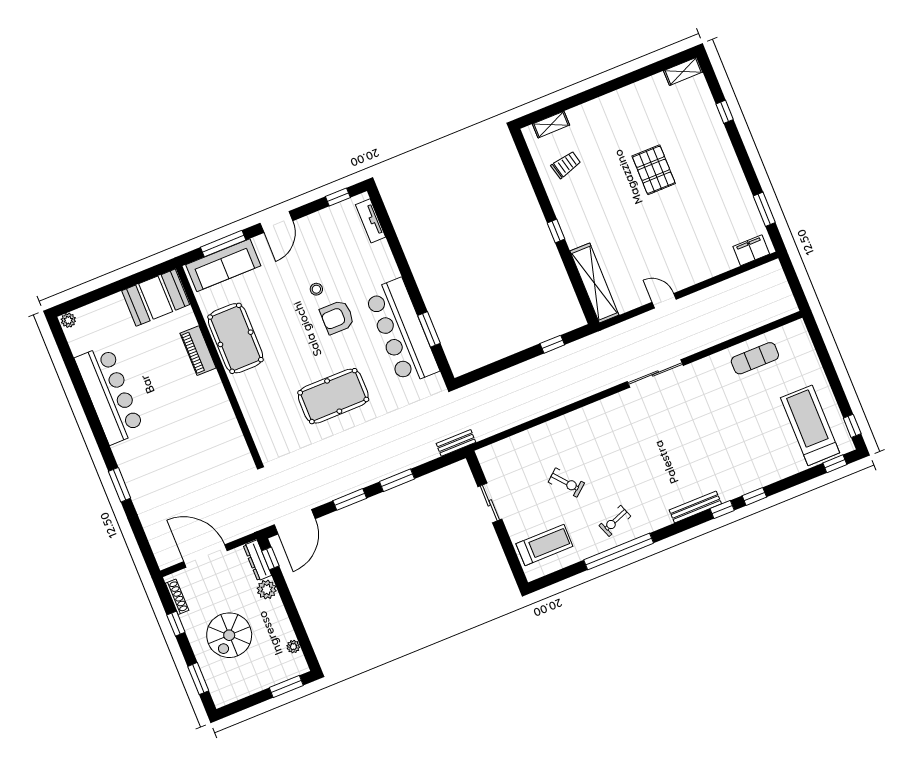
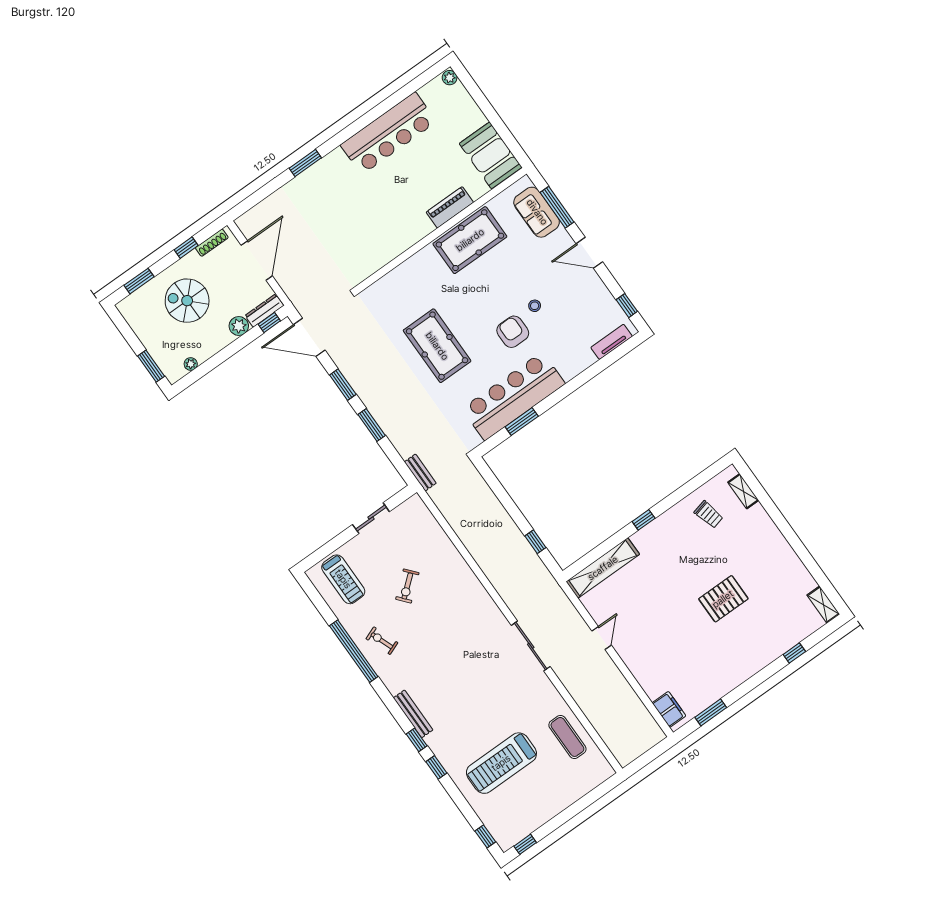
sofa: (223, 265) -> (537, 212), width x0.73
treadmill: (810, 425) -> (501, 763), moved, turned 180

